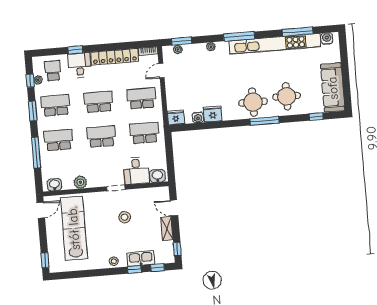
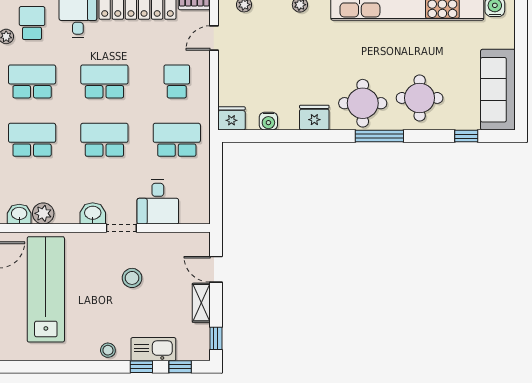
school desk: (142, 98) -> (177, 81), width x0.54
fridge: (213, 114) -> (314, 118), moved
washbasin: (157, 176) -> (93, 213), moved
plant: (80, 182) -> (43, 213), moved

